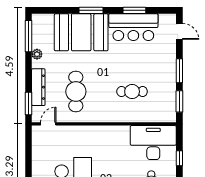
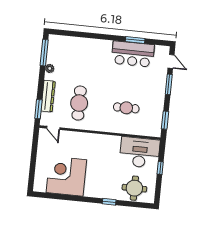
window: (91, 10) -> (99, 36), removed
booth: (81, 32) -> (89, 54), removed
window: (179, 71) -> (169, 84), moved
door: (48, 124) -> (53, 128), swing flipped

